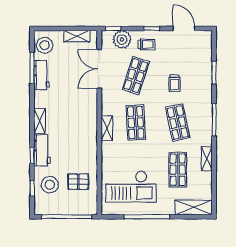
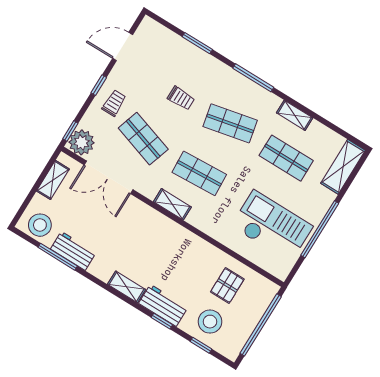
plant: (122, 39) -> (82, 142), moved
shelving: (107, 128) -> (172, 204), moved
checkout: (131, 187) -> (272, 226), turned -90

